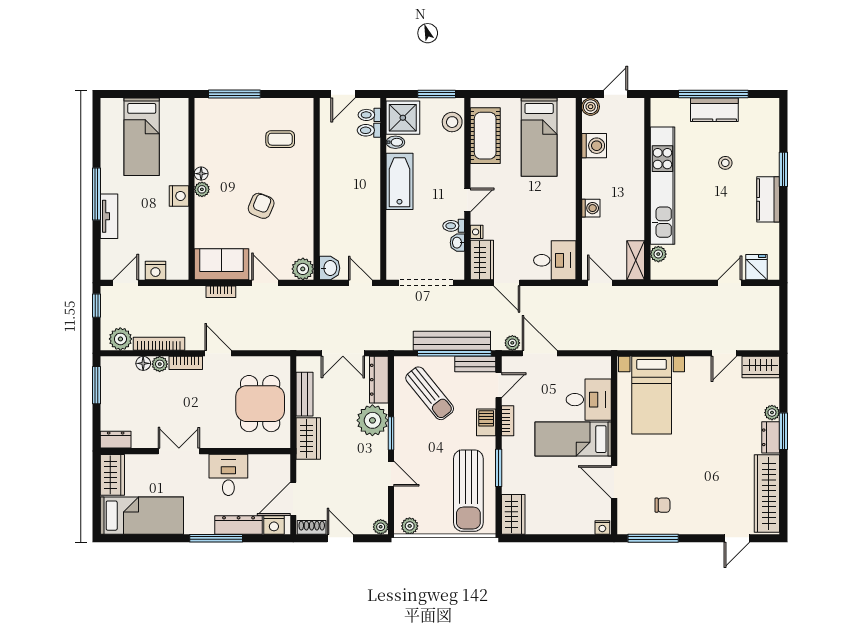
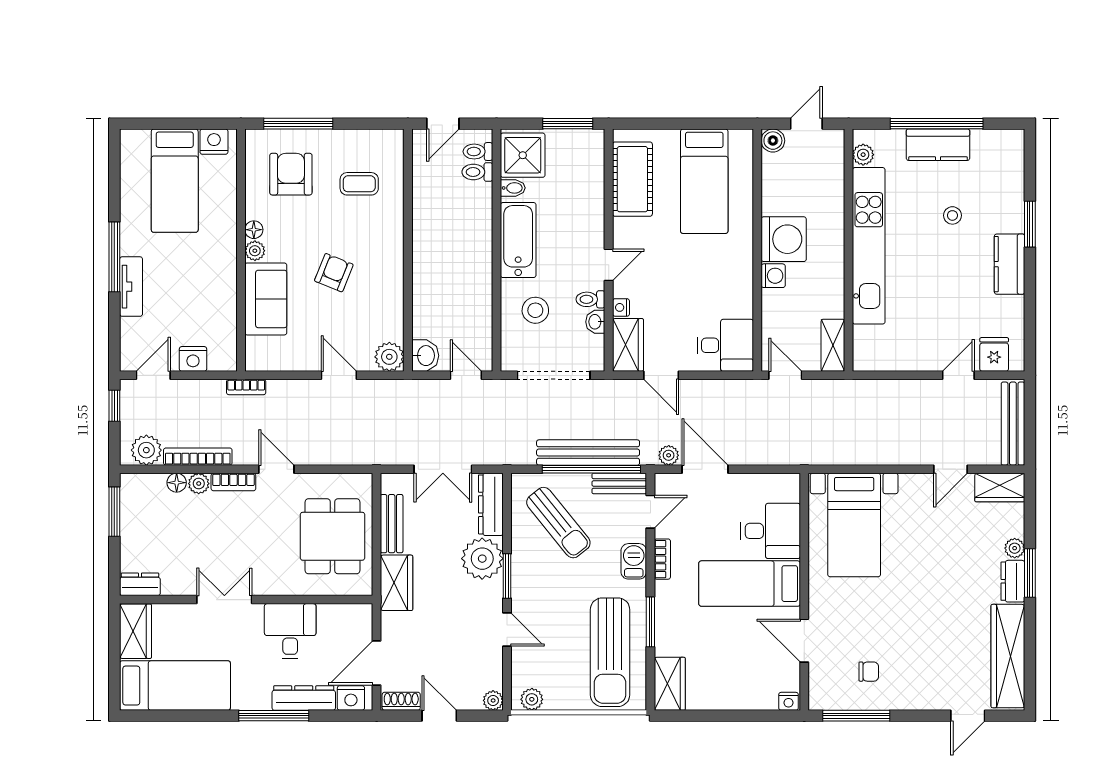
stool: (452, 122) -> (535, 310), moved
armchair: (229, 132) -> (291, 174), added
washing machine: (594, 146) -> (784, 239), moved, width x1.37, depth x1.37
nightstand: (179, 196) -> (214, 142), moved, turned -90
plant: (658, 254) -> (863, 155), moved
sofa: (222, 264) -> (266, 299), moved, turned 90
bookcase: (221, 292) -> (246, 387), moved
bench: (771, 319) -> (1013, 424), added

